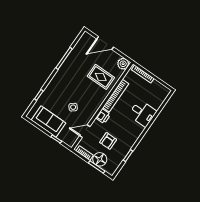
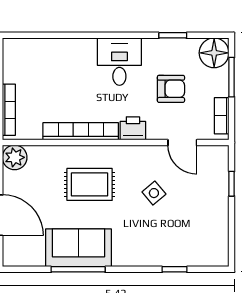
rug: (101, 77) -> (90, 184), moved, turned 90
desk: (143, 113) -> (119, 62), moved
sofa: (48, 122) -> (79, 248), moved, turned 90
floor lamp: (100, 159) -> (214, 53), moved

